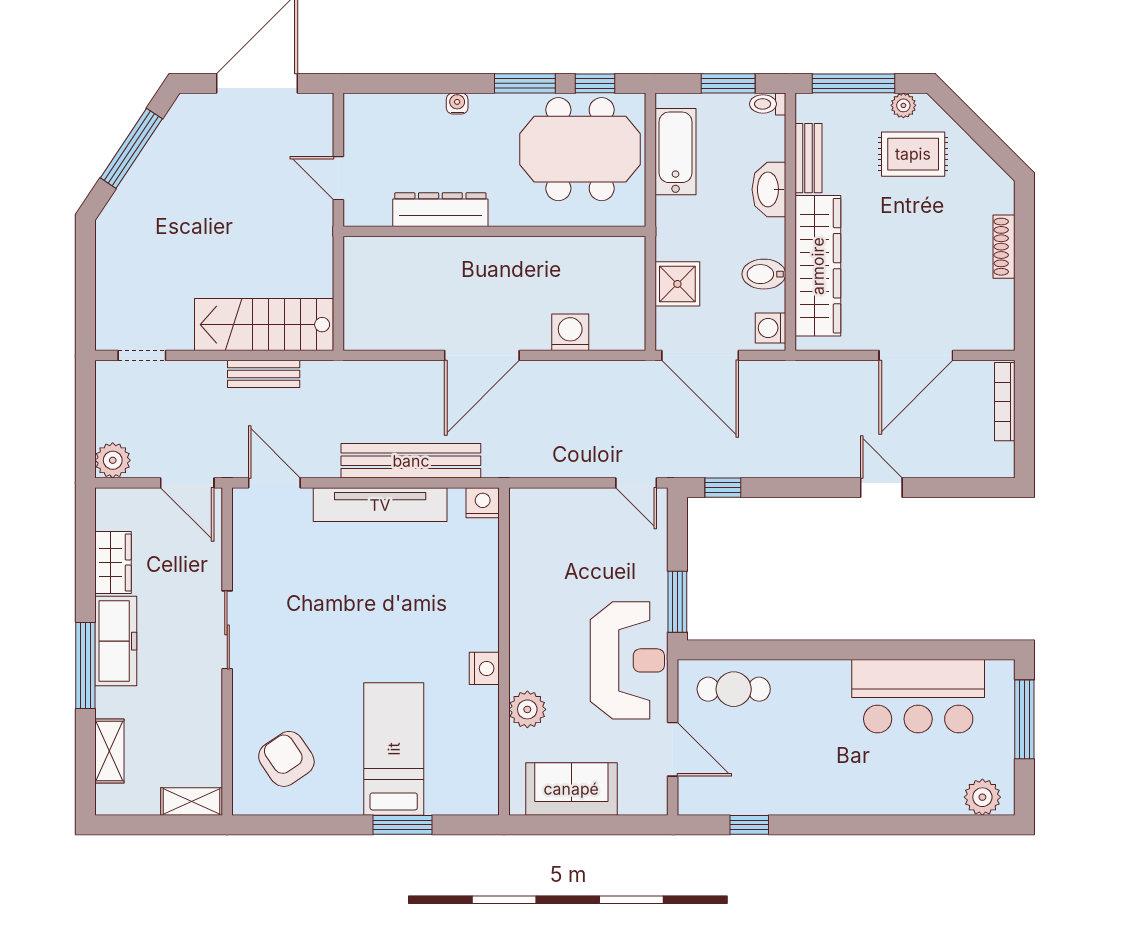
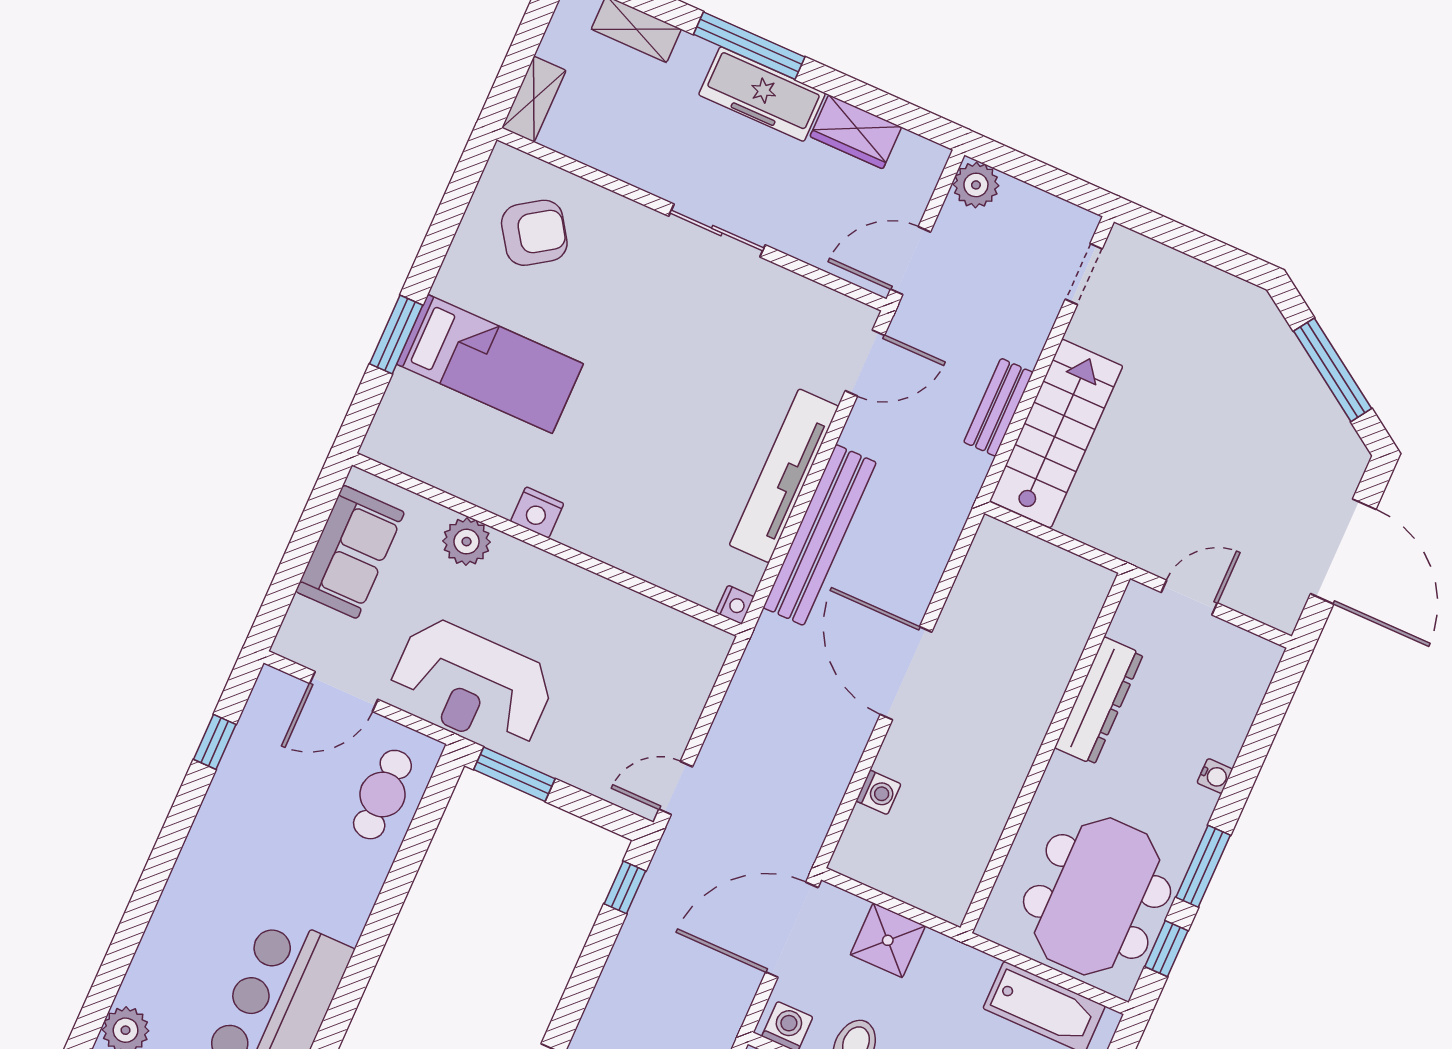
washing machine: (570, 332) -> (878, 792), width x0.73, depth x0.73
nightstand: (483, 503) -> (735, 605), width x0.72, depth x0.74

